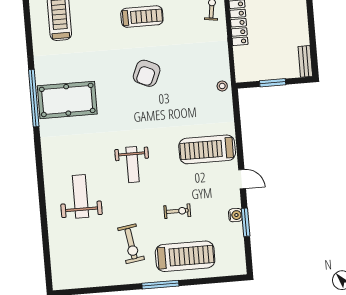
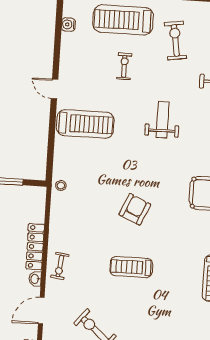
exercise bike: (177, 211) -> (124, 66), turned 90
water cooler: (235, 215) -> (68, 25), moved
window: (246, 222) -> (57, 45), removed

